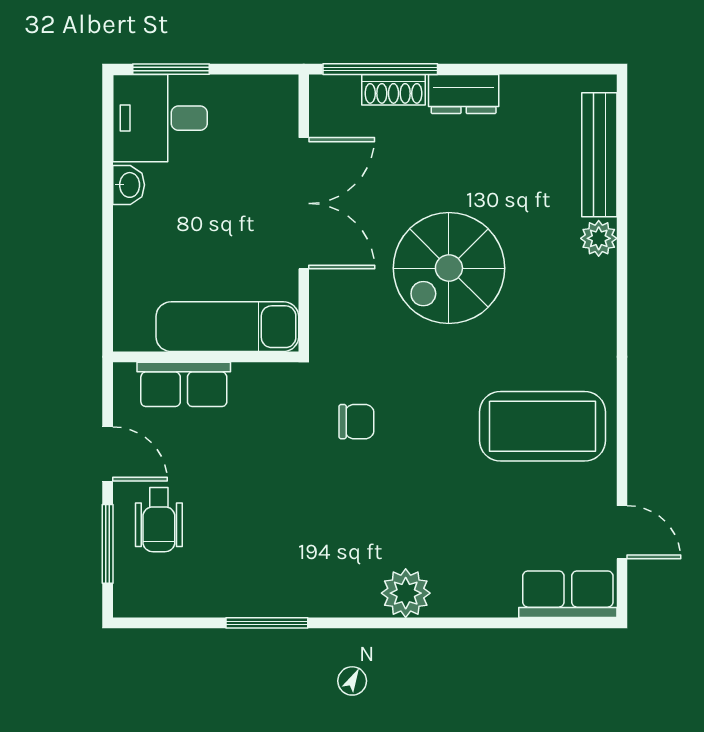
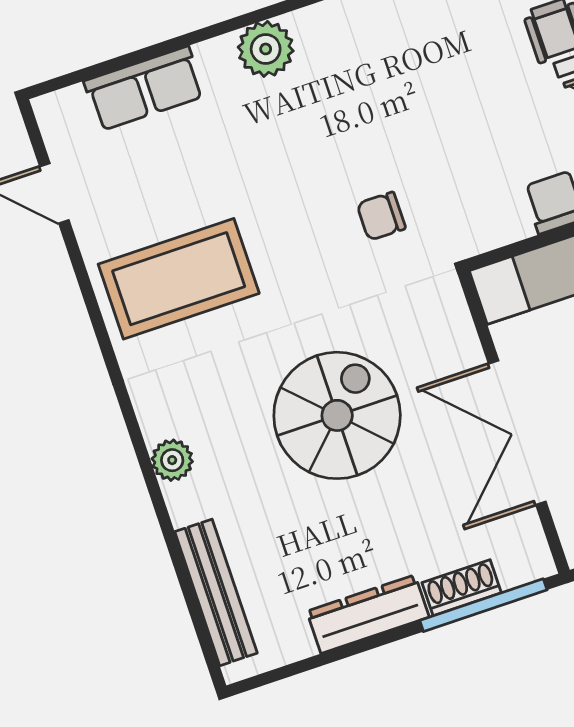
dresser: (464, 94) -> (368, 614), width x1.44
plant: (599, 238) -> (172, 460), moved
row of seats: (568, 594) -> (144, 89), moved

